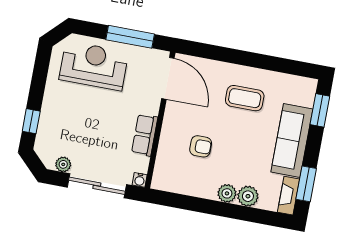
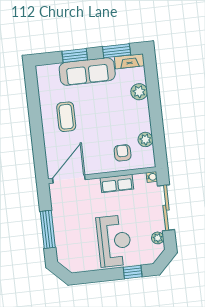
window: (130, 37) -> (48, 229), moved
reception desk: (94, 66) -> (114, 241), moved, turned 180
window: (320, 110) -> (75, 55), moved
armchair: (201, 146) -> (123, 153), moved
plant: (227, 193) -> (145, 139), moved

